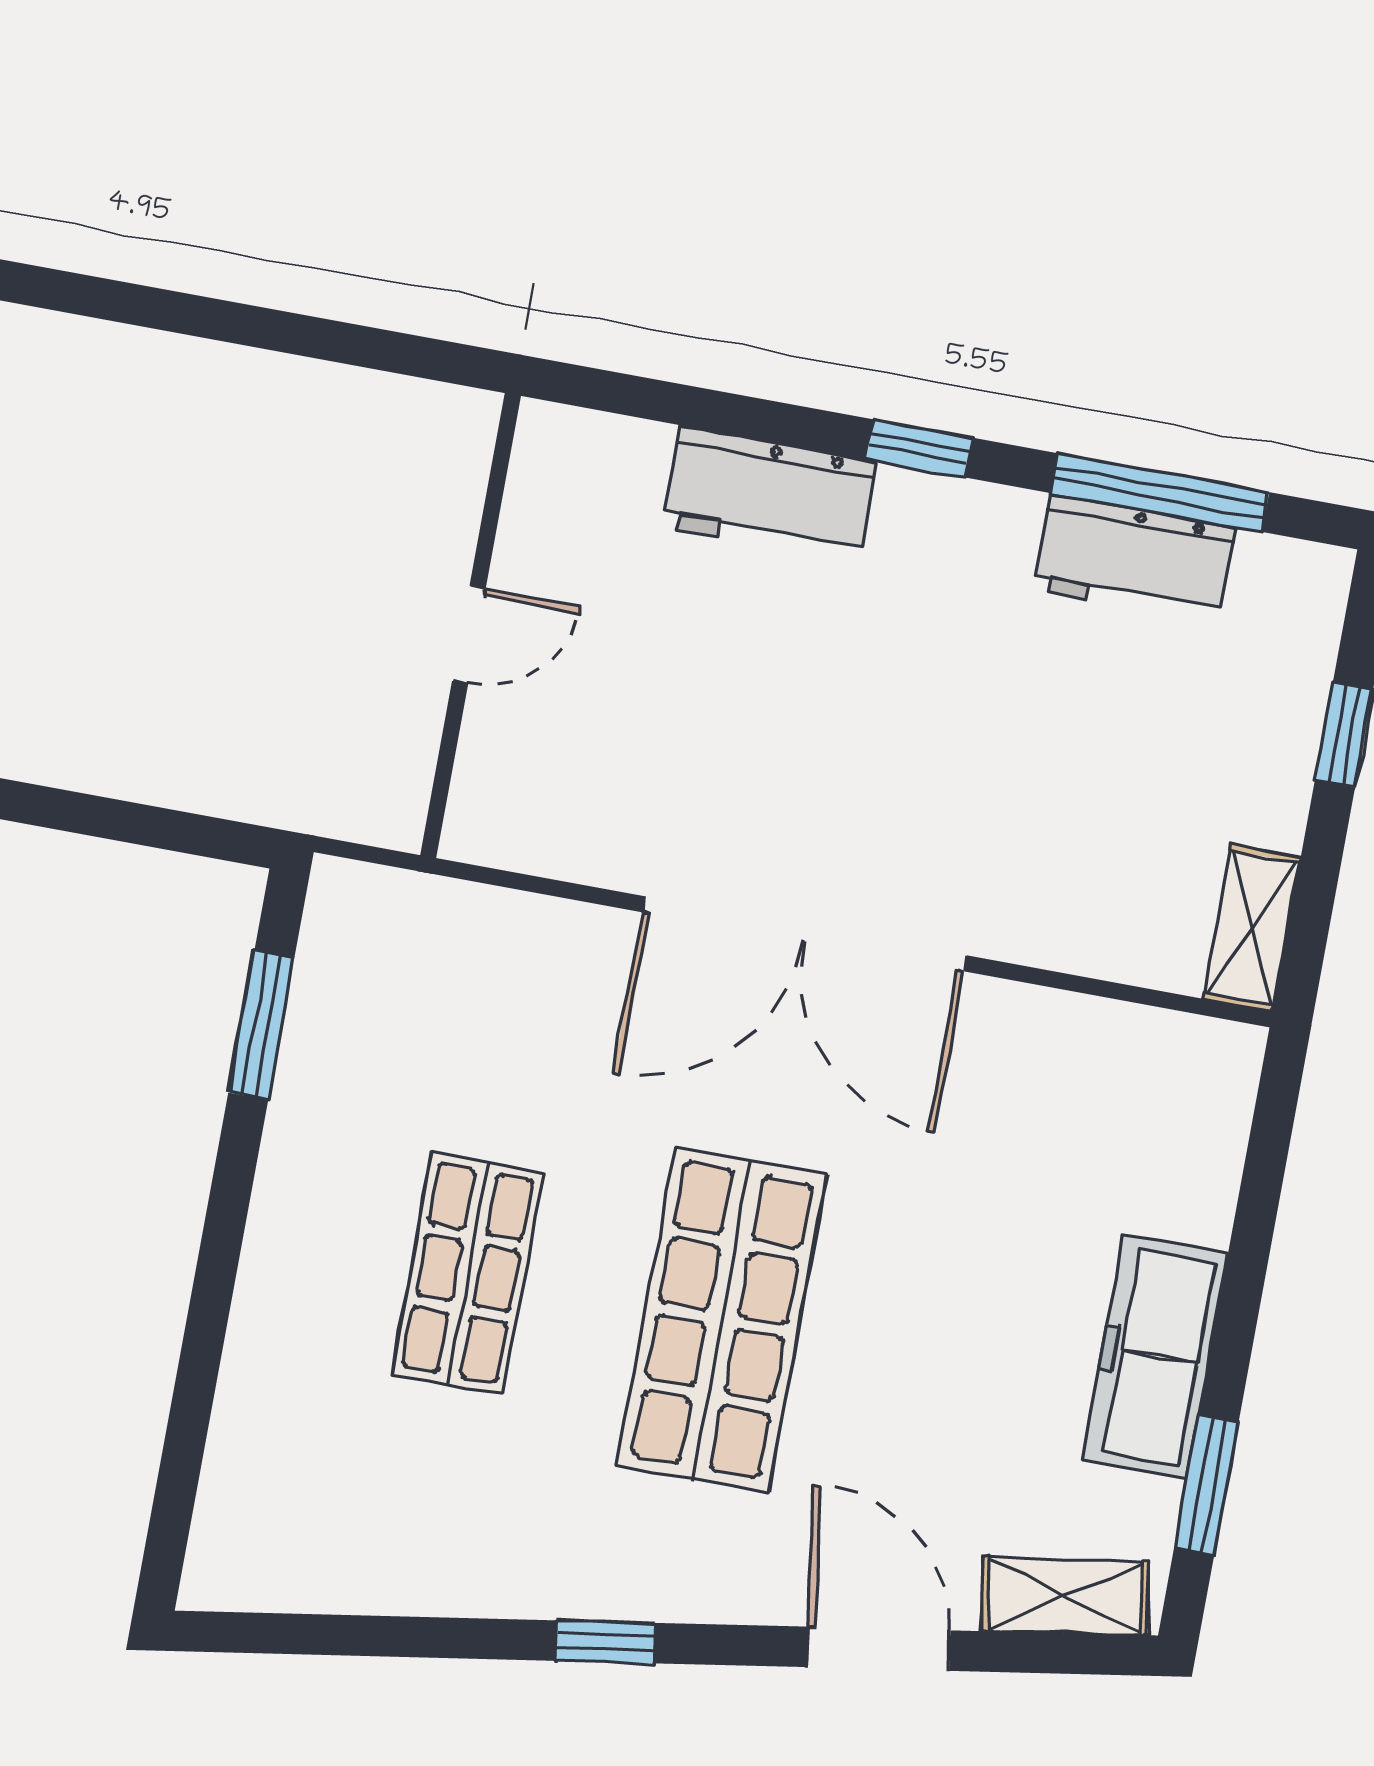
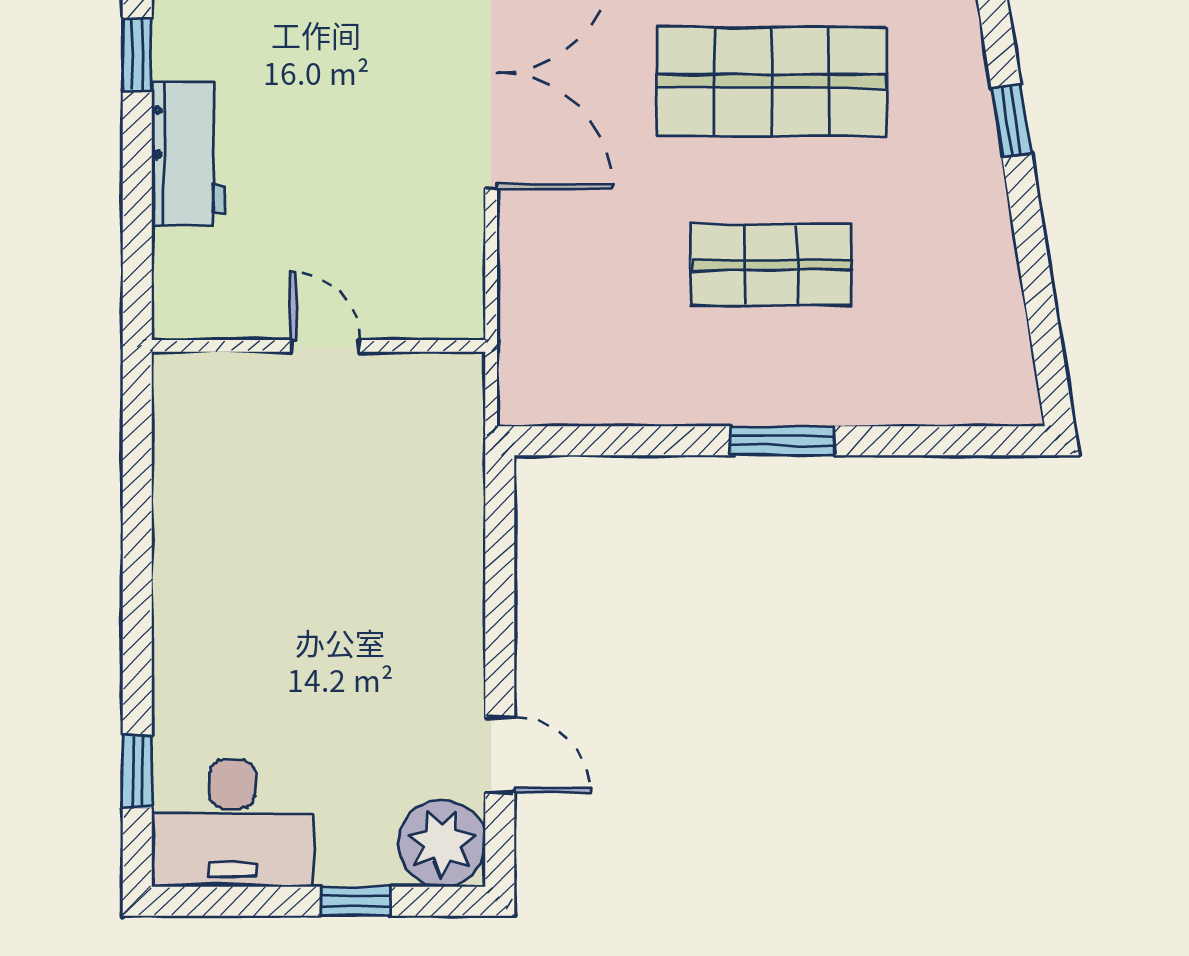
window: (261, 1025) -> (783, 441), moved

